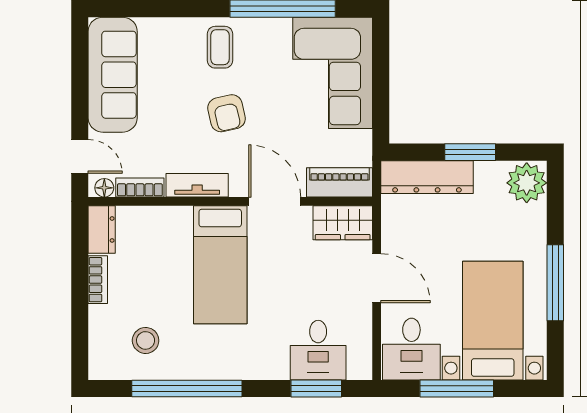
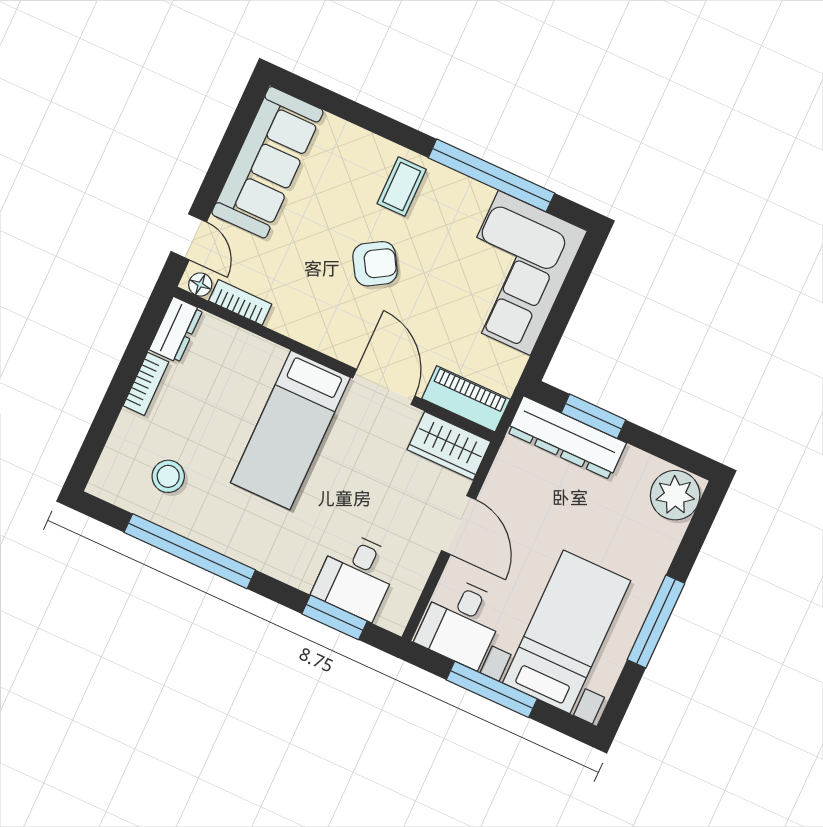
armchair: (227, 113) -> (375, 264), turned -108
window: (470, 152) -> (593, 416), moved
tv unit: (197, 185) -> (305, 329), removed

